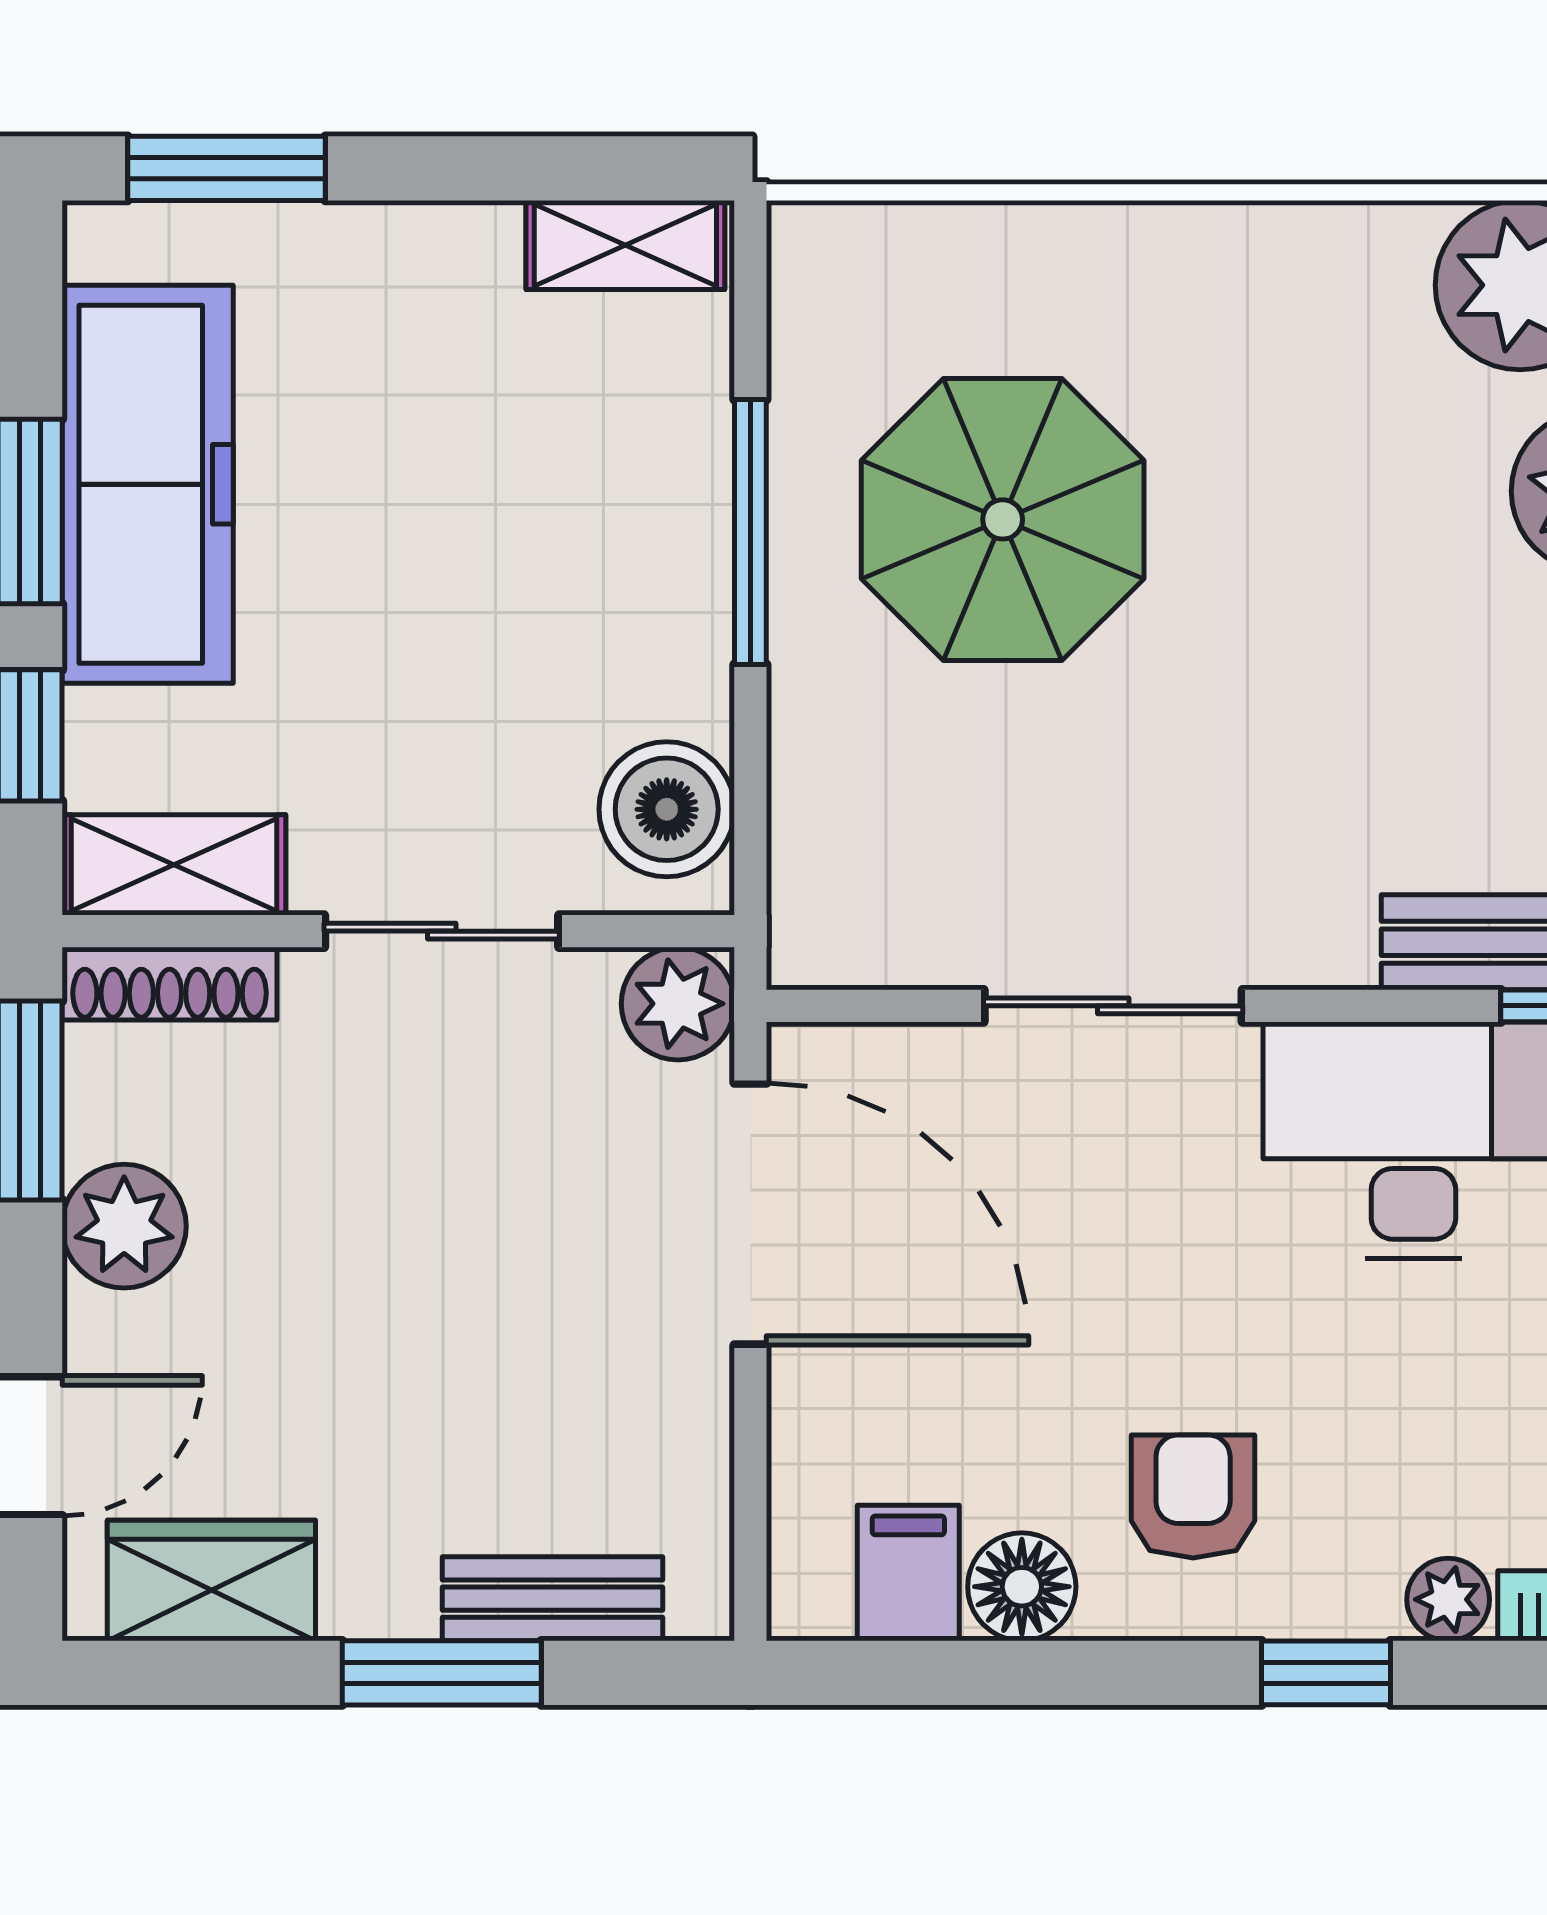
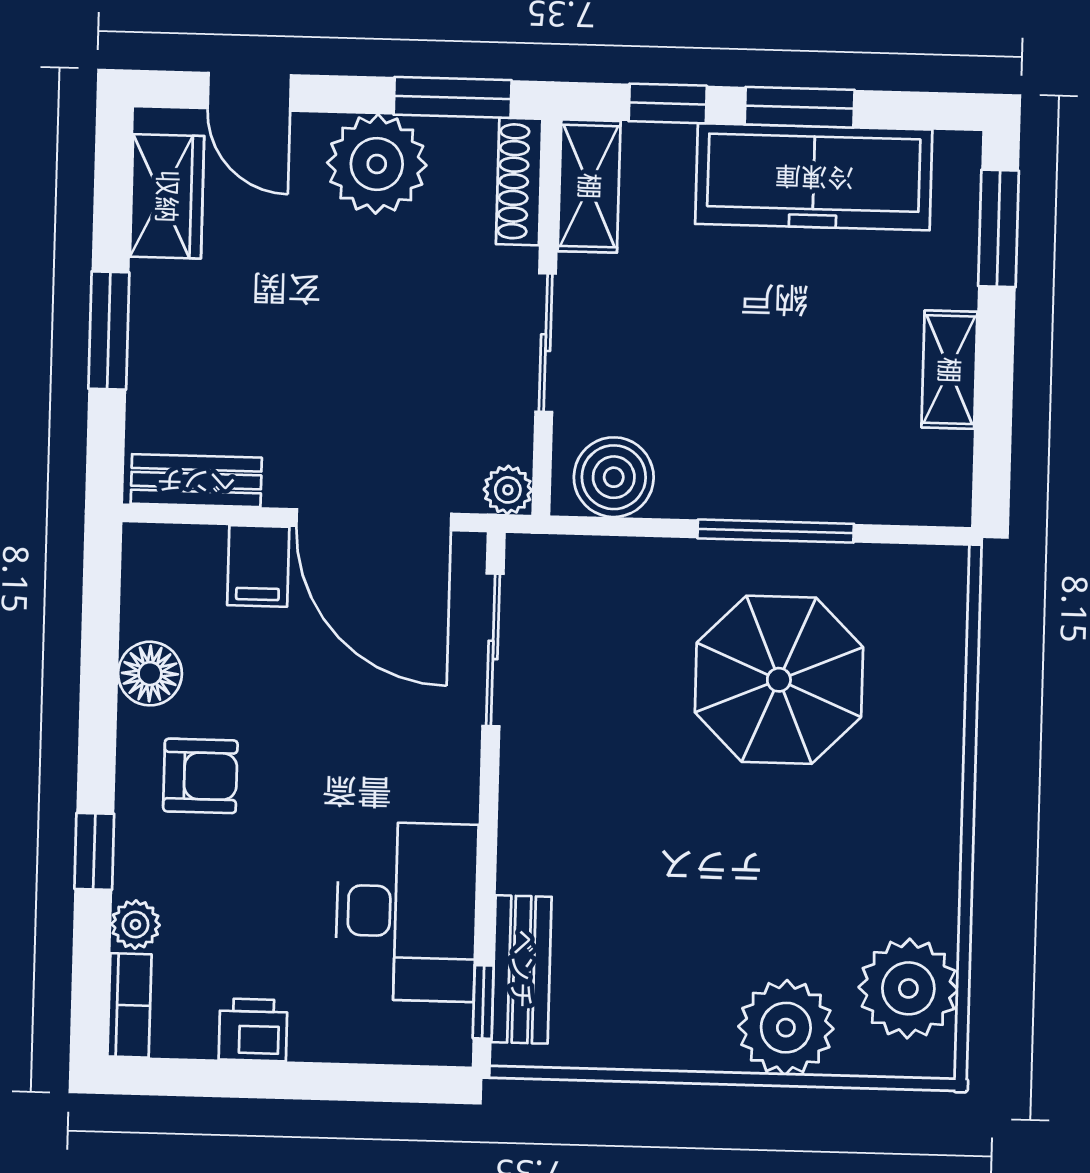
shelving: (625, 245) -> (949, 370), moved
plant: (678, 1004) -> (508, 490), width x0.73, depth x0.73
sliding door: (1113, 1006) -> (493, 650), moved
door: (750, 1214) -> (374, 520), hinge flipped
plant: (124, 1226) -> (377, 164), width x1.36, depth x1.36
filing cabinet: (908, 1573) -> (258, 566), moved, turned 90
bench: (553, 1599) -> (196, 481), moved, turned 90

